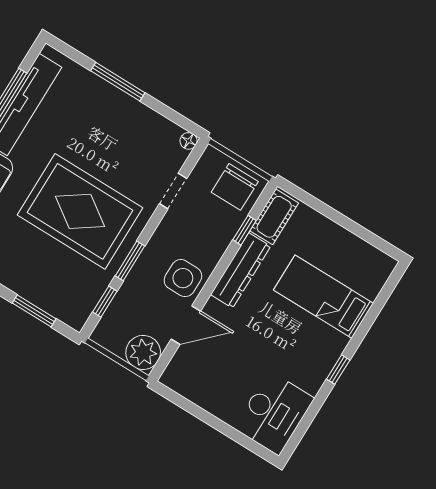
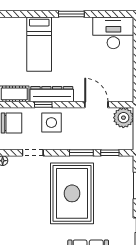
window: (244, 230) -> (43, 105), moved
side table: (183, 278) -> (51, 123), moved
window: (338, 369) -> (71, 14), width x1.50

